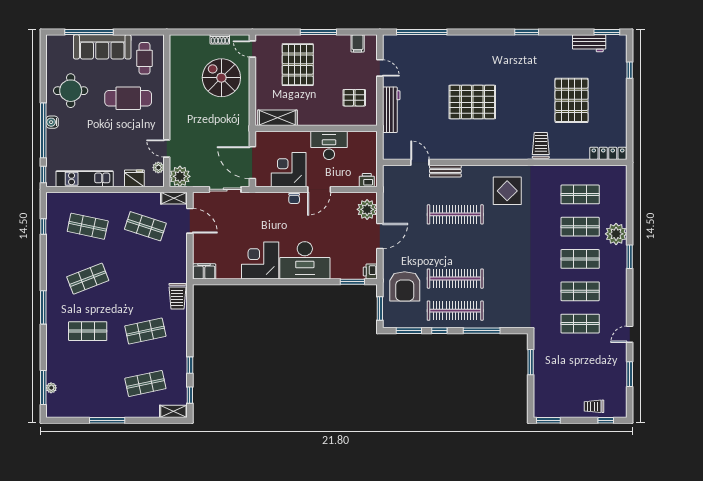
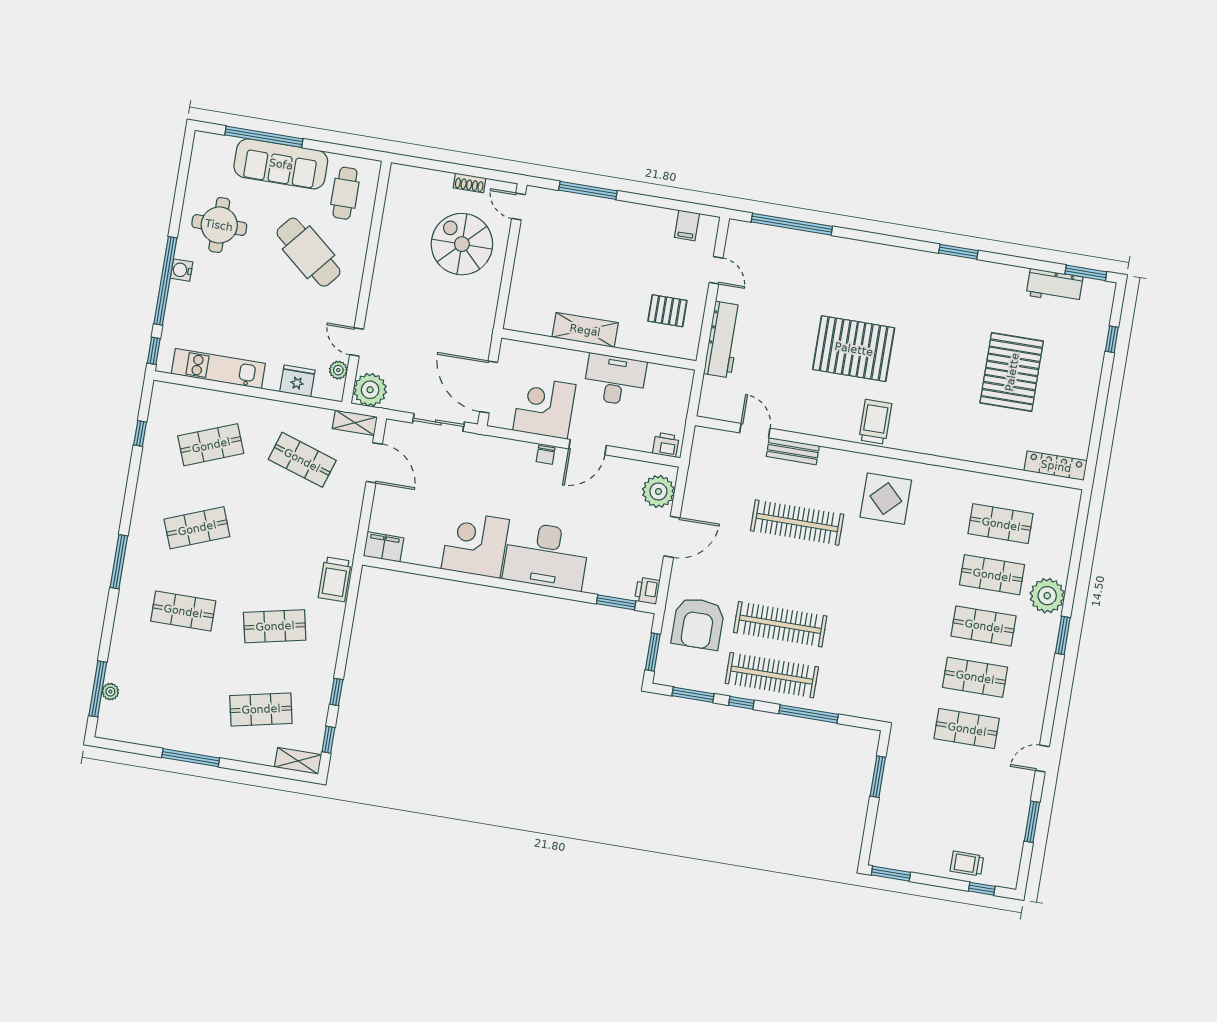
window: (318, 32) -> (588, 190), moved
pallet: (298, 65) -> (586, 243), removed
cafe table: (128, 98) -> (308, 252), turned 40
shelving: (277, 118) -> (585, 330), moved
trolley: (541, 145) -> (875, 422), moved
shop shelf: (88, 226) -> (211, 445), turned -33

